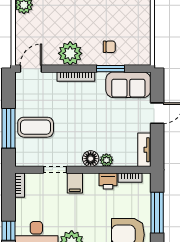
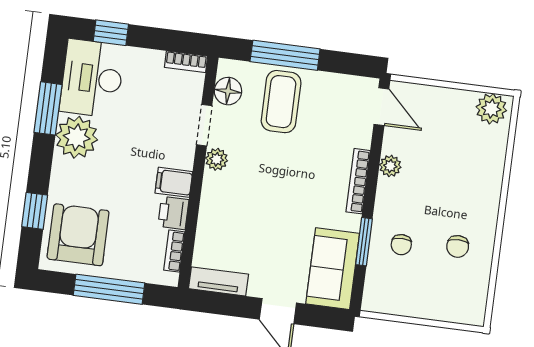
chair: (106, 14) -> (458, 246), added
plant: (70, 53) -> (390, 166), width x0.53, depth x0.53
floor lamp: (91, 159) -> (228, 91), moved
plant: (106, 160) -> (217, 159), moved
filing cabinet: (75, 183) -> (174, 182), moved

